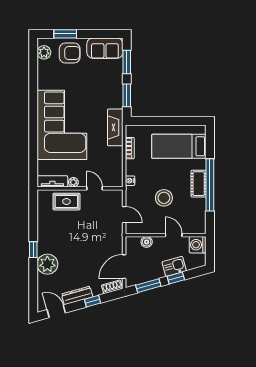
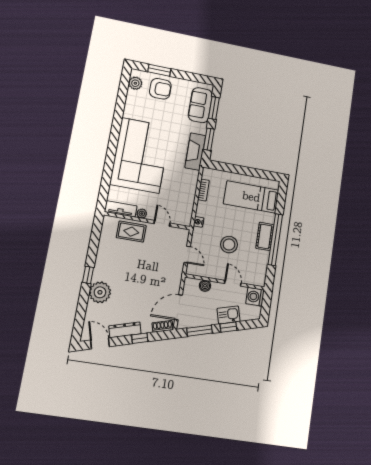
sofa: (105, 48) -> (200, 105), moved, turned 90
fireplace: (115, 127) -> (195, 152), moved

